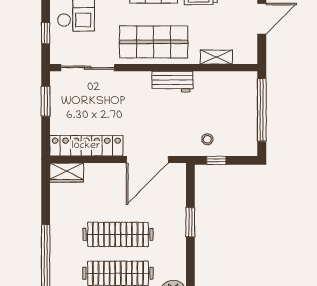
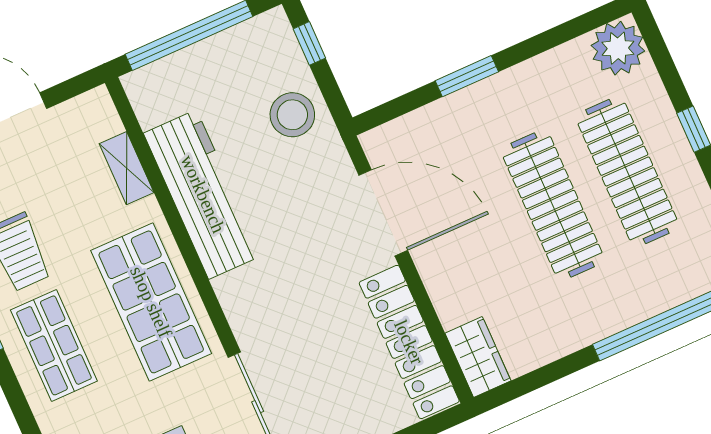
workbench: (173, 82) -> (203, 194), width x1.88, depth x1.32
stool: (207, 139) -> (292, 115), width x1.89, depth x1.89
window: (216, 160) -> (309, 43), moved

